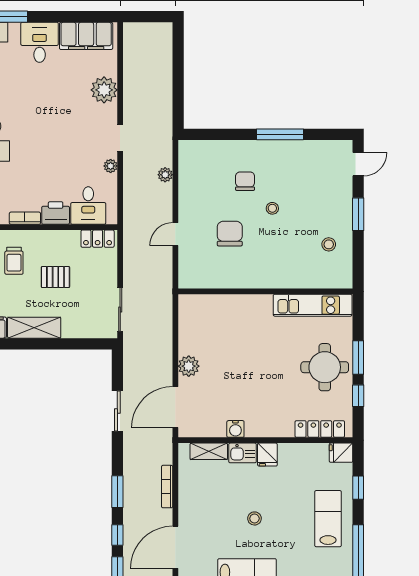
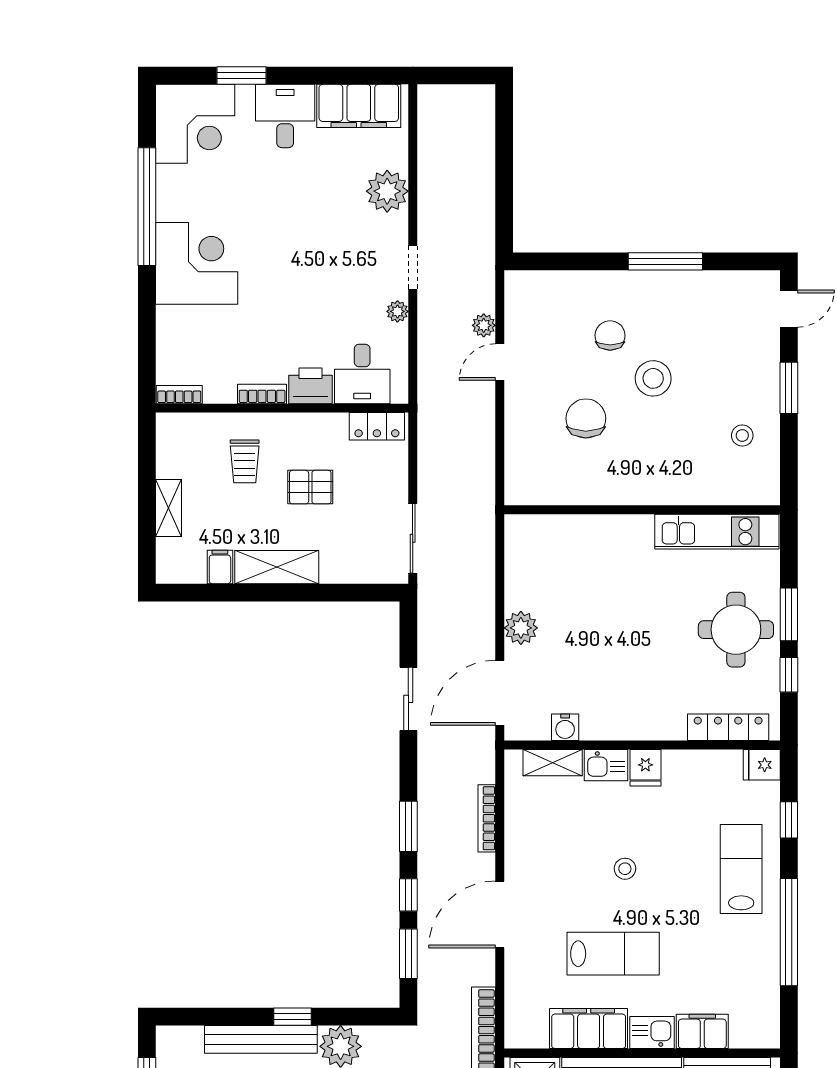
stool: (272, 208) -> (653, 378), width x1.89, depth x1.89
door: (175, 234) -> (500, 362), moved
water cooler: (235, 429) -> (565, 727), moved

